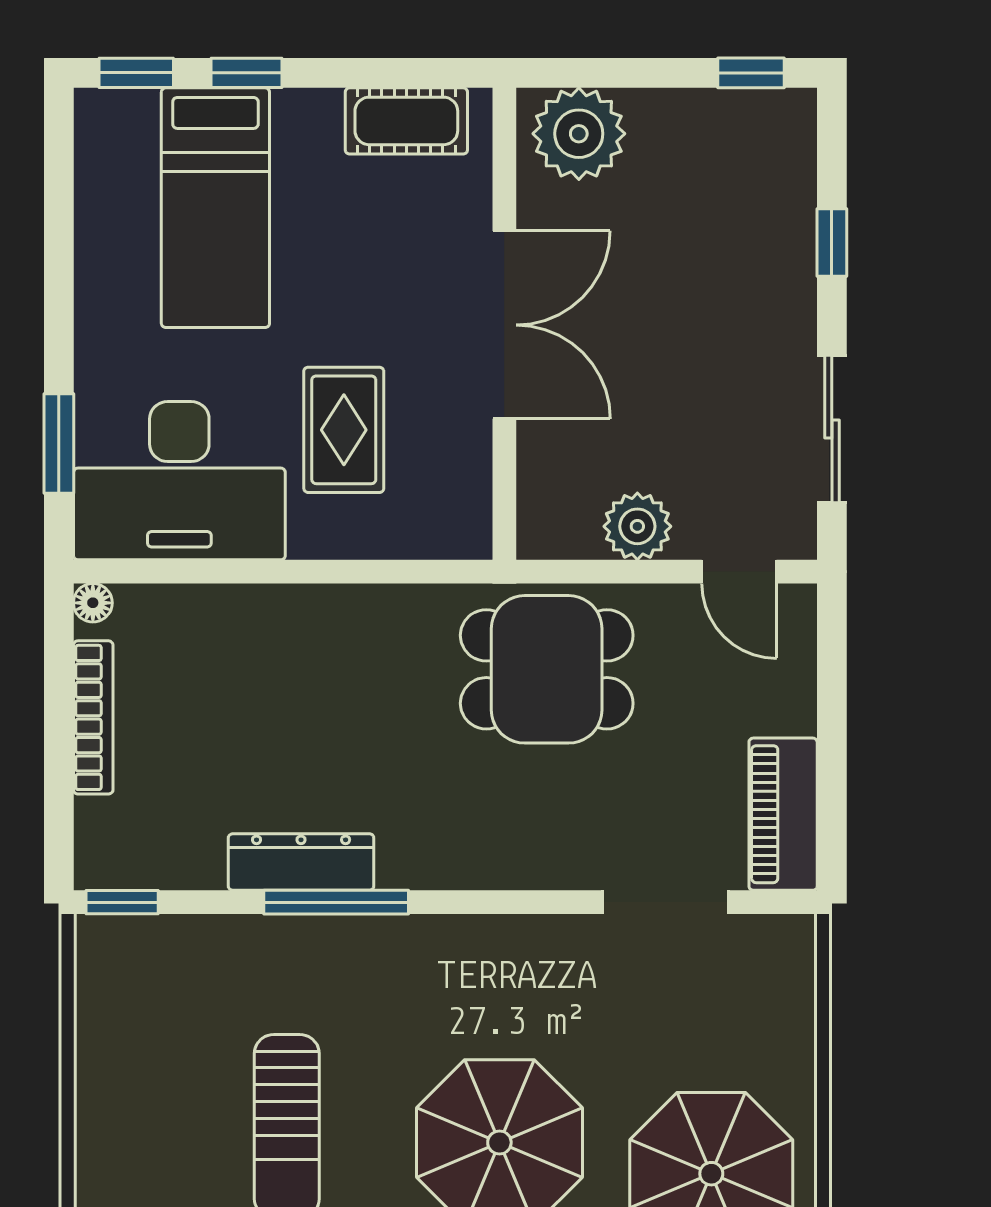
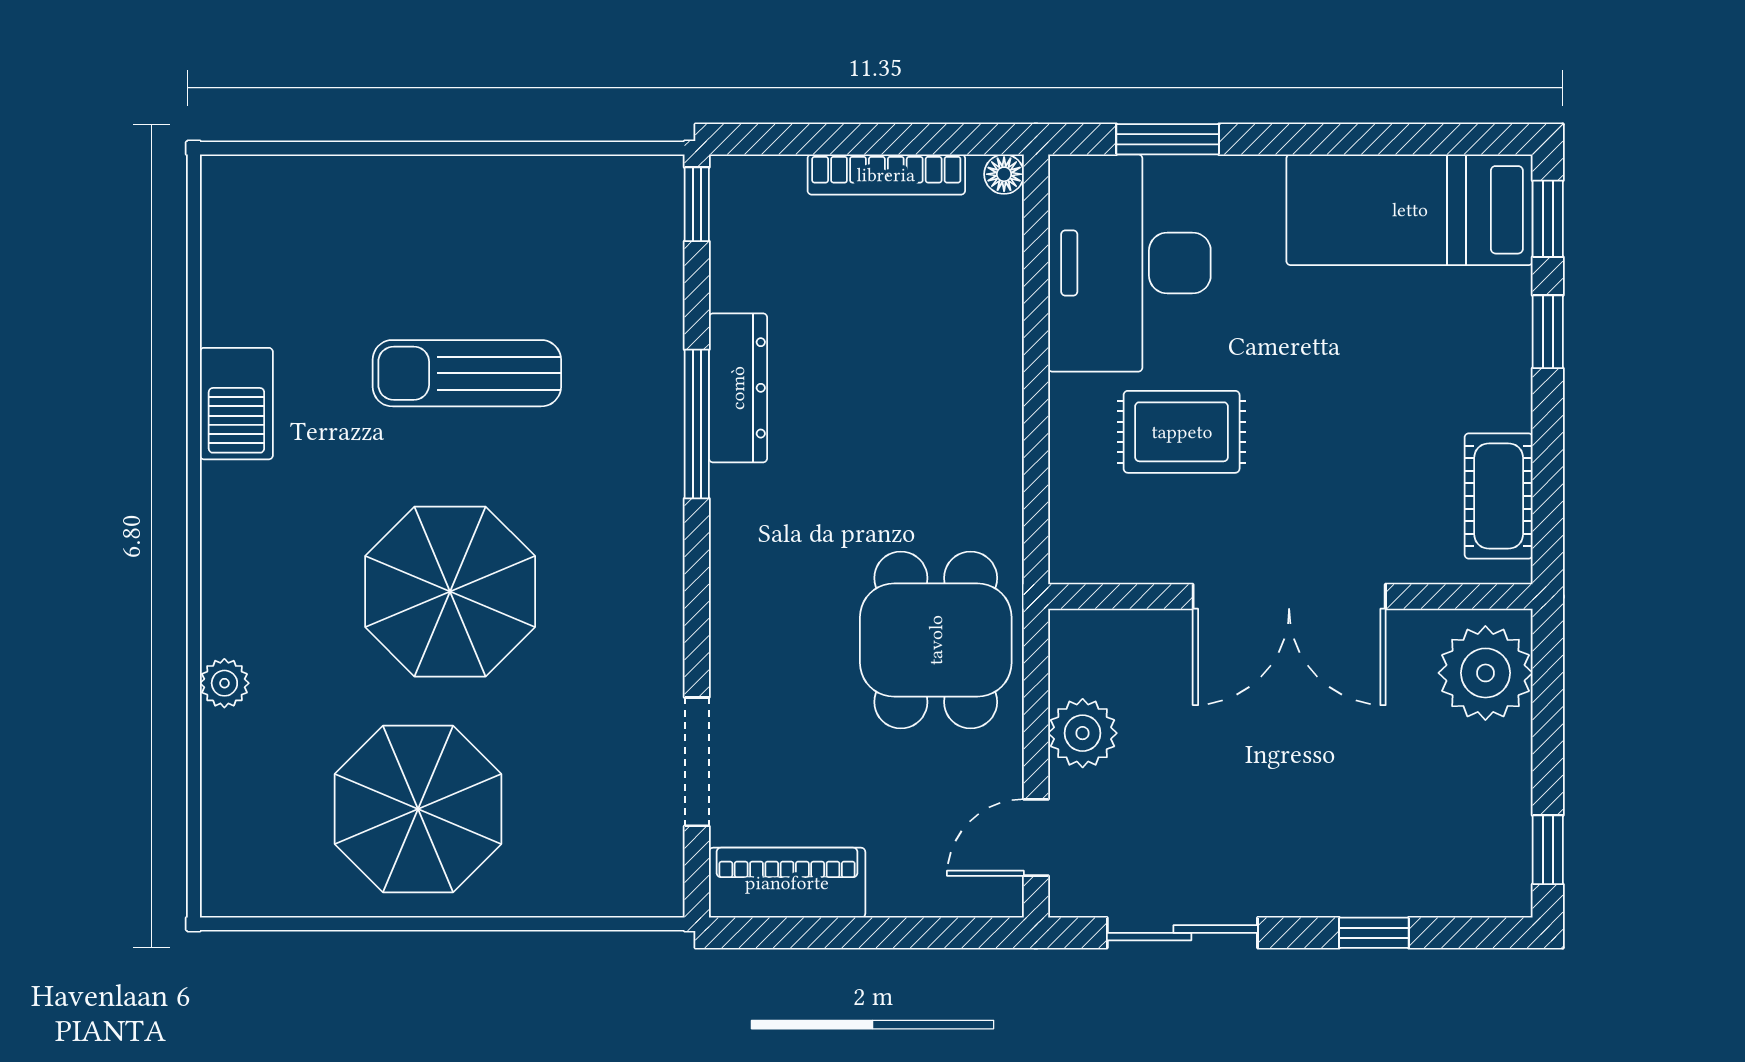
bed: (215, 208) -> (1410, 210), moved

